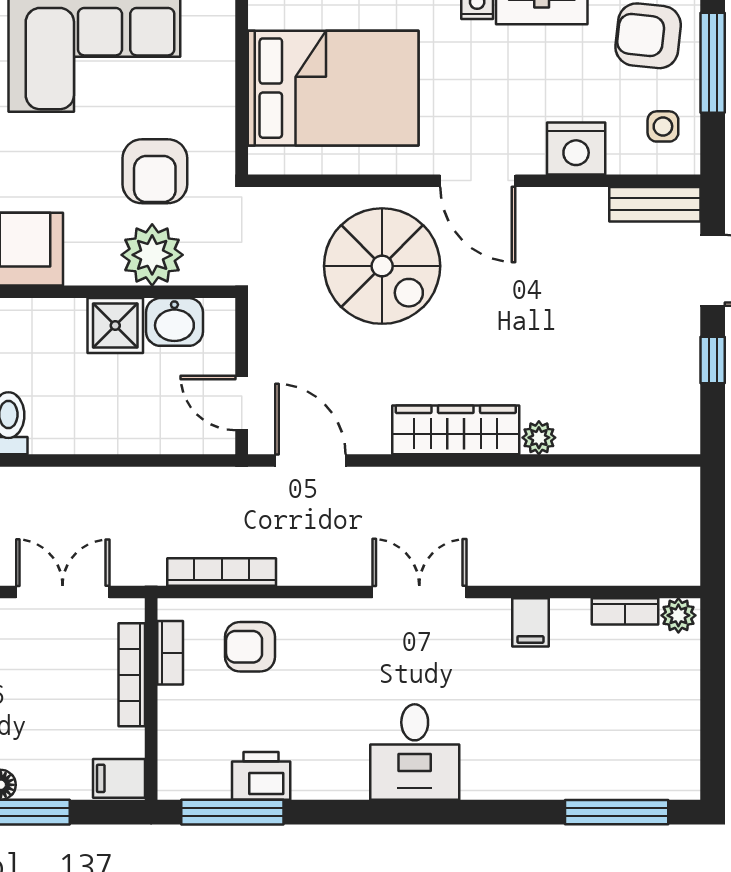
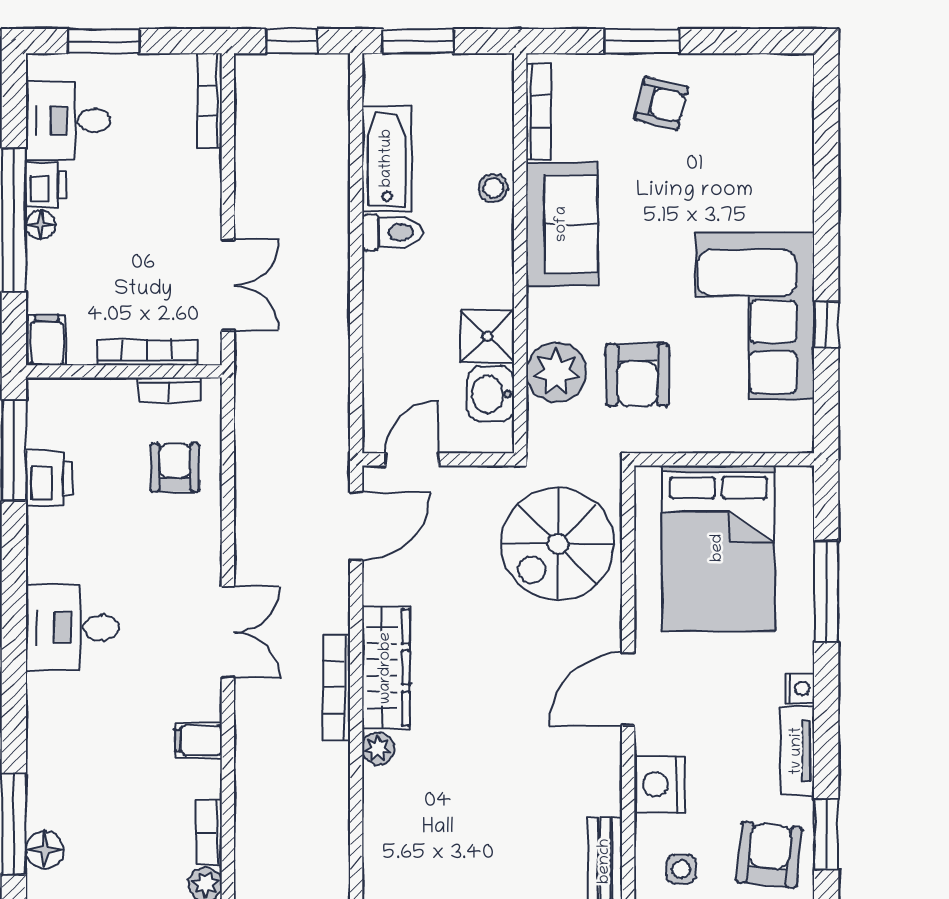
armchair: (155, 171) -> (637, 375), turned -90
spiral stairs: (382, 266) -> (558, 544), moved
bookcase: (222, 572) -> (337, 687), moved, turned 180
floor lamp: (643, 780) -> (45, 850), added

